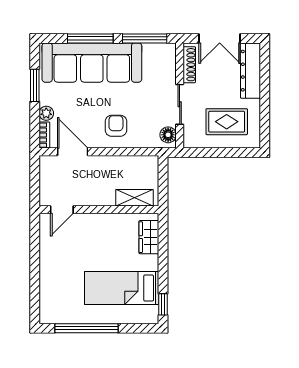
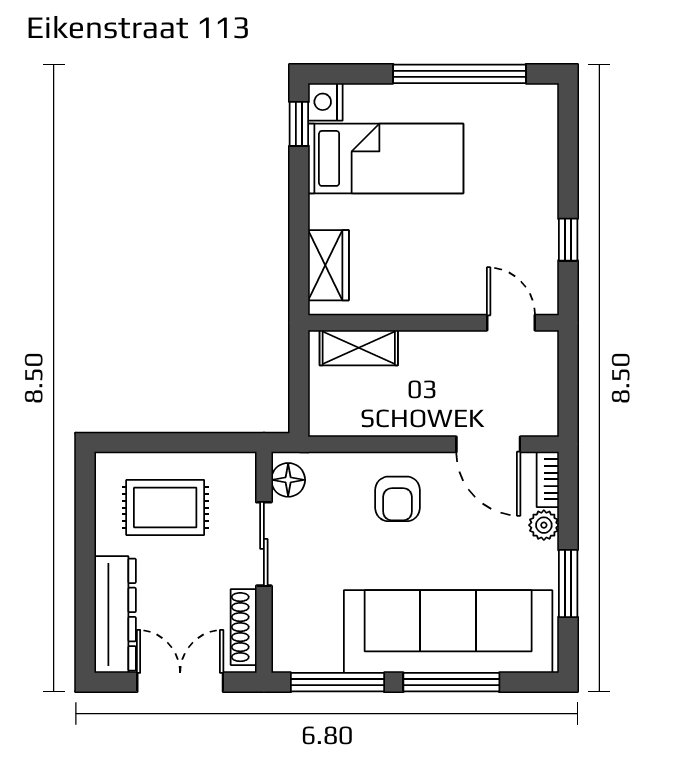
door: (62, 210) -> (511, 323), hinge flipped
window: (35, 249) -> (568, 240), added
nightstand: (150, 315) -> (325, 102), added

